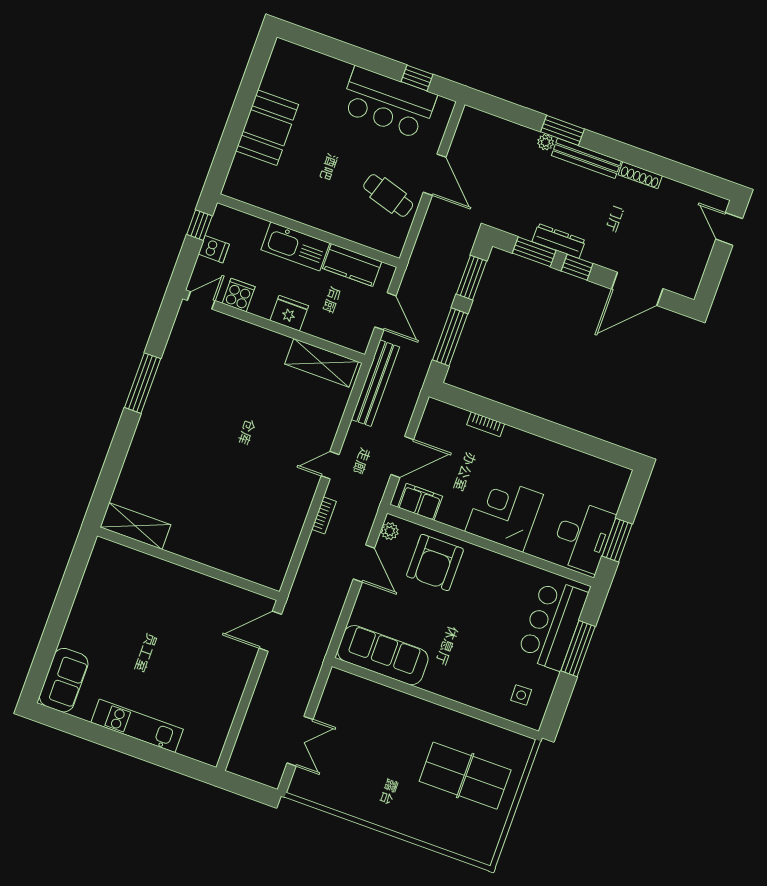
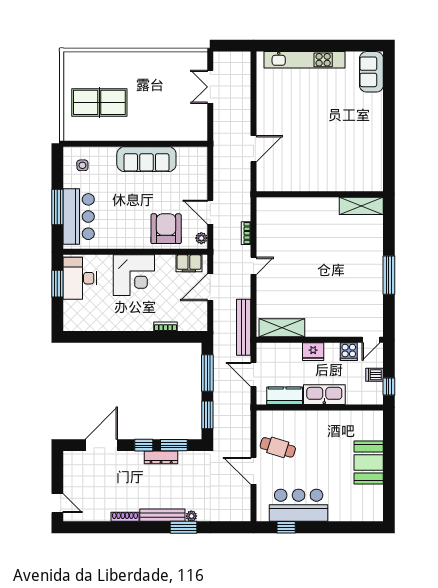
shelving: (135, 526) -> (361, 206), moved
wall: (188, 564) -> (320, 194), moved
sofa: (383, 655) -> (146, 159), moved
kitchen unit: (137, 726) -> (305, 60), width x1.36

